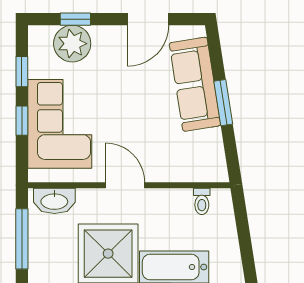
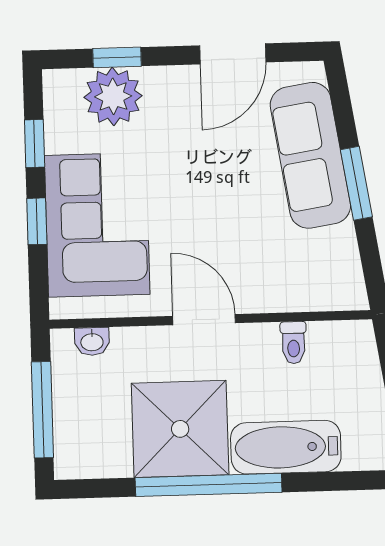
washbasin: (54, 201) -> (92, 341), width x0.52, depth x0.69
toilet: (202, 201) -> (293, 343), moved

